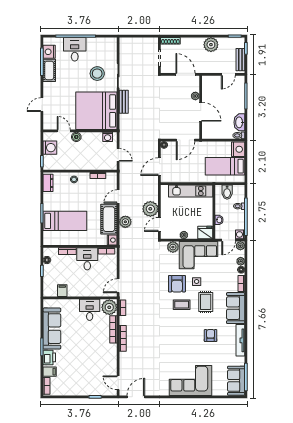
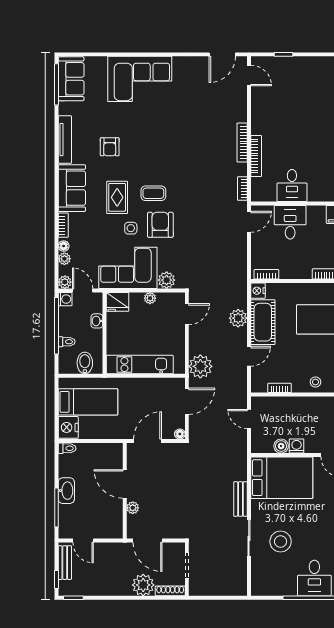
plant: (211, 45) -> (143, 585), moved
door: (228, 74) -> (83, 540), swing flipped
bed: (96, 111) -> (282, 478), width x0.73
washbasin: (239, 122) -> (66, 491), moved
boiler: (76, 137) -> (281, 446), moved
washing machine: (108, 137) -> (297, 446), moved
plant: (150, 209) -> (200, 366), moved
door: (229, 240) -> (83, 290), hinge flipped
desk: (87, 259) -> (290, 222), moved, turned 180
plant: (109, 307) -> (262, 189), removed

